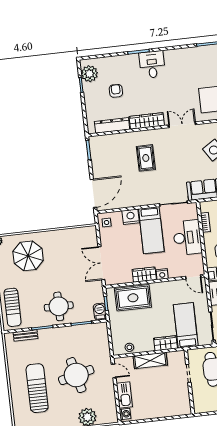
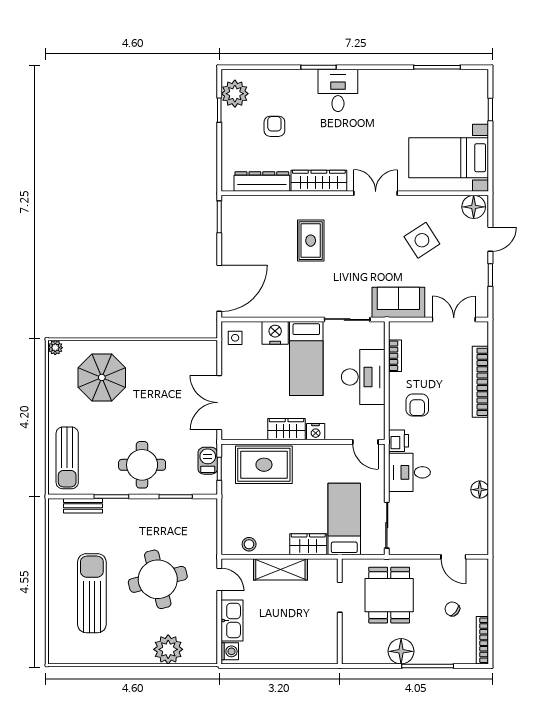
barbecue: (100, 312) -> (208, 461), moved

